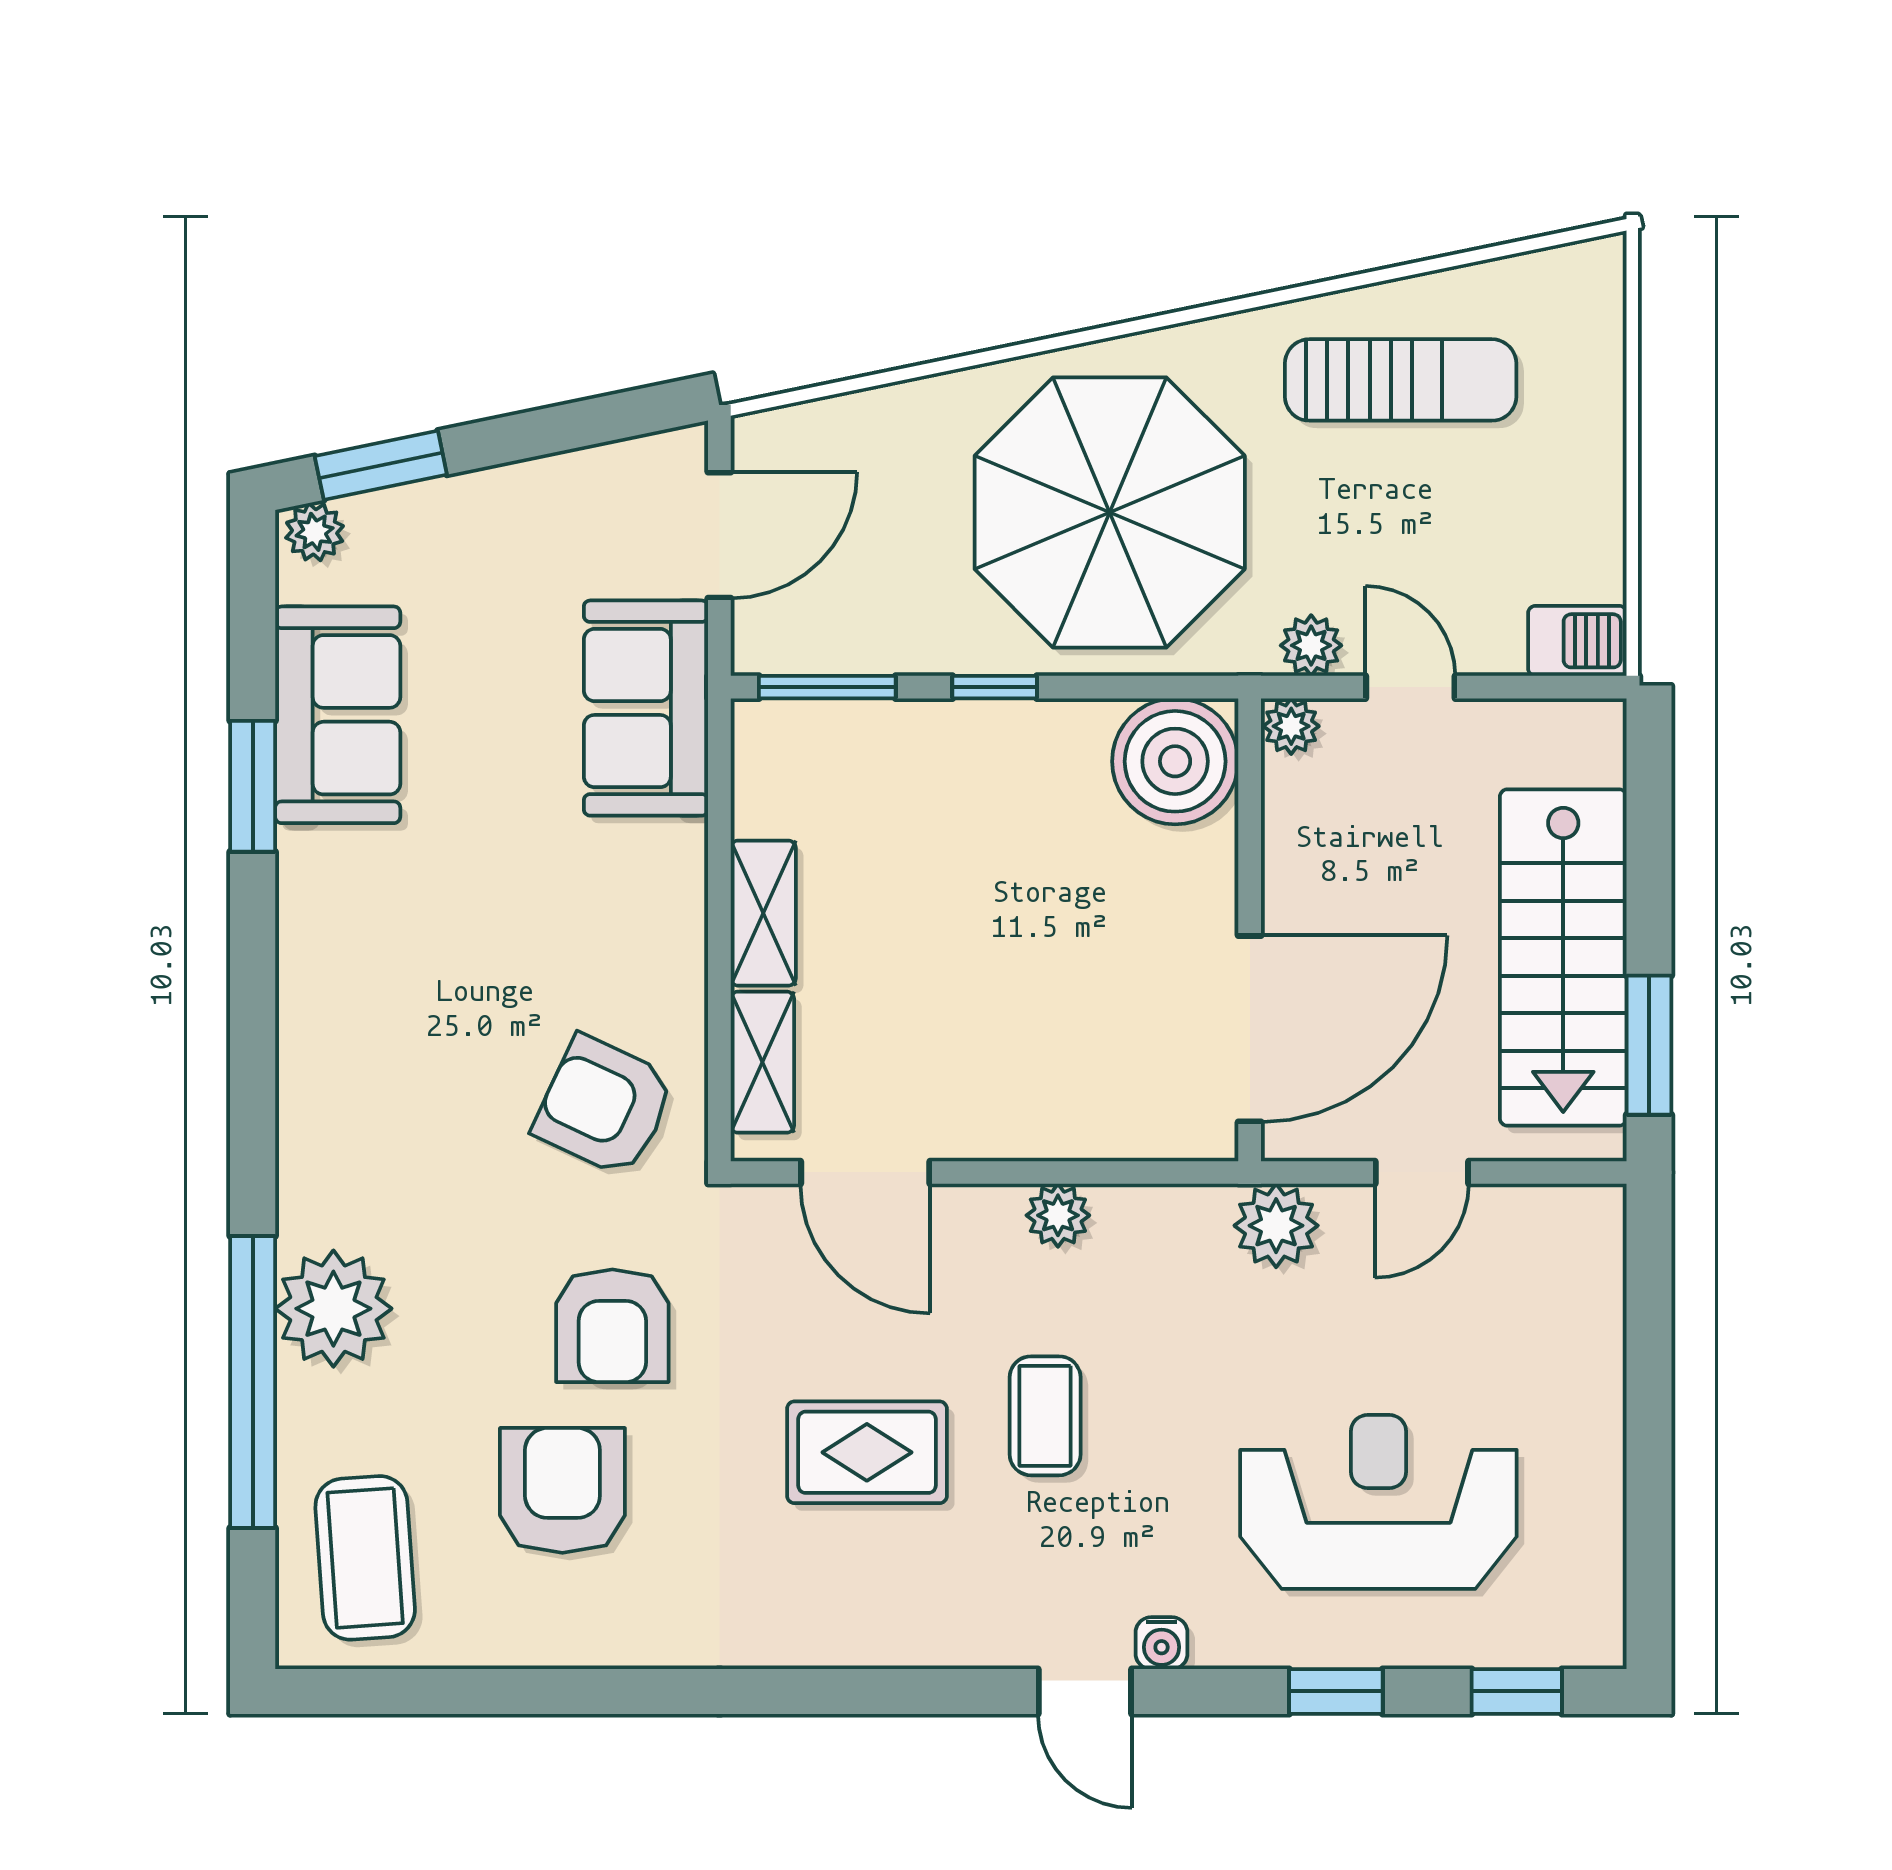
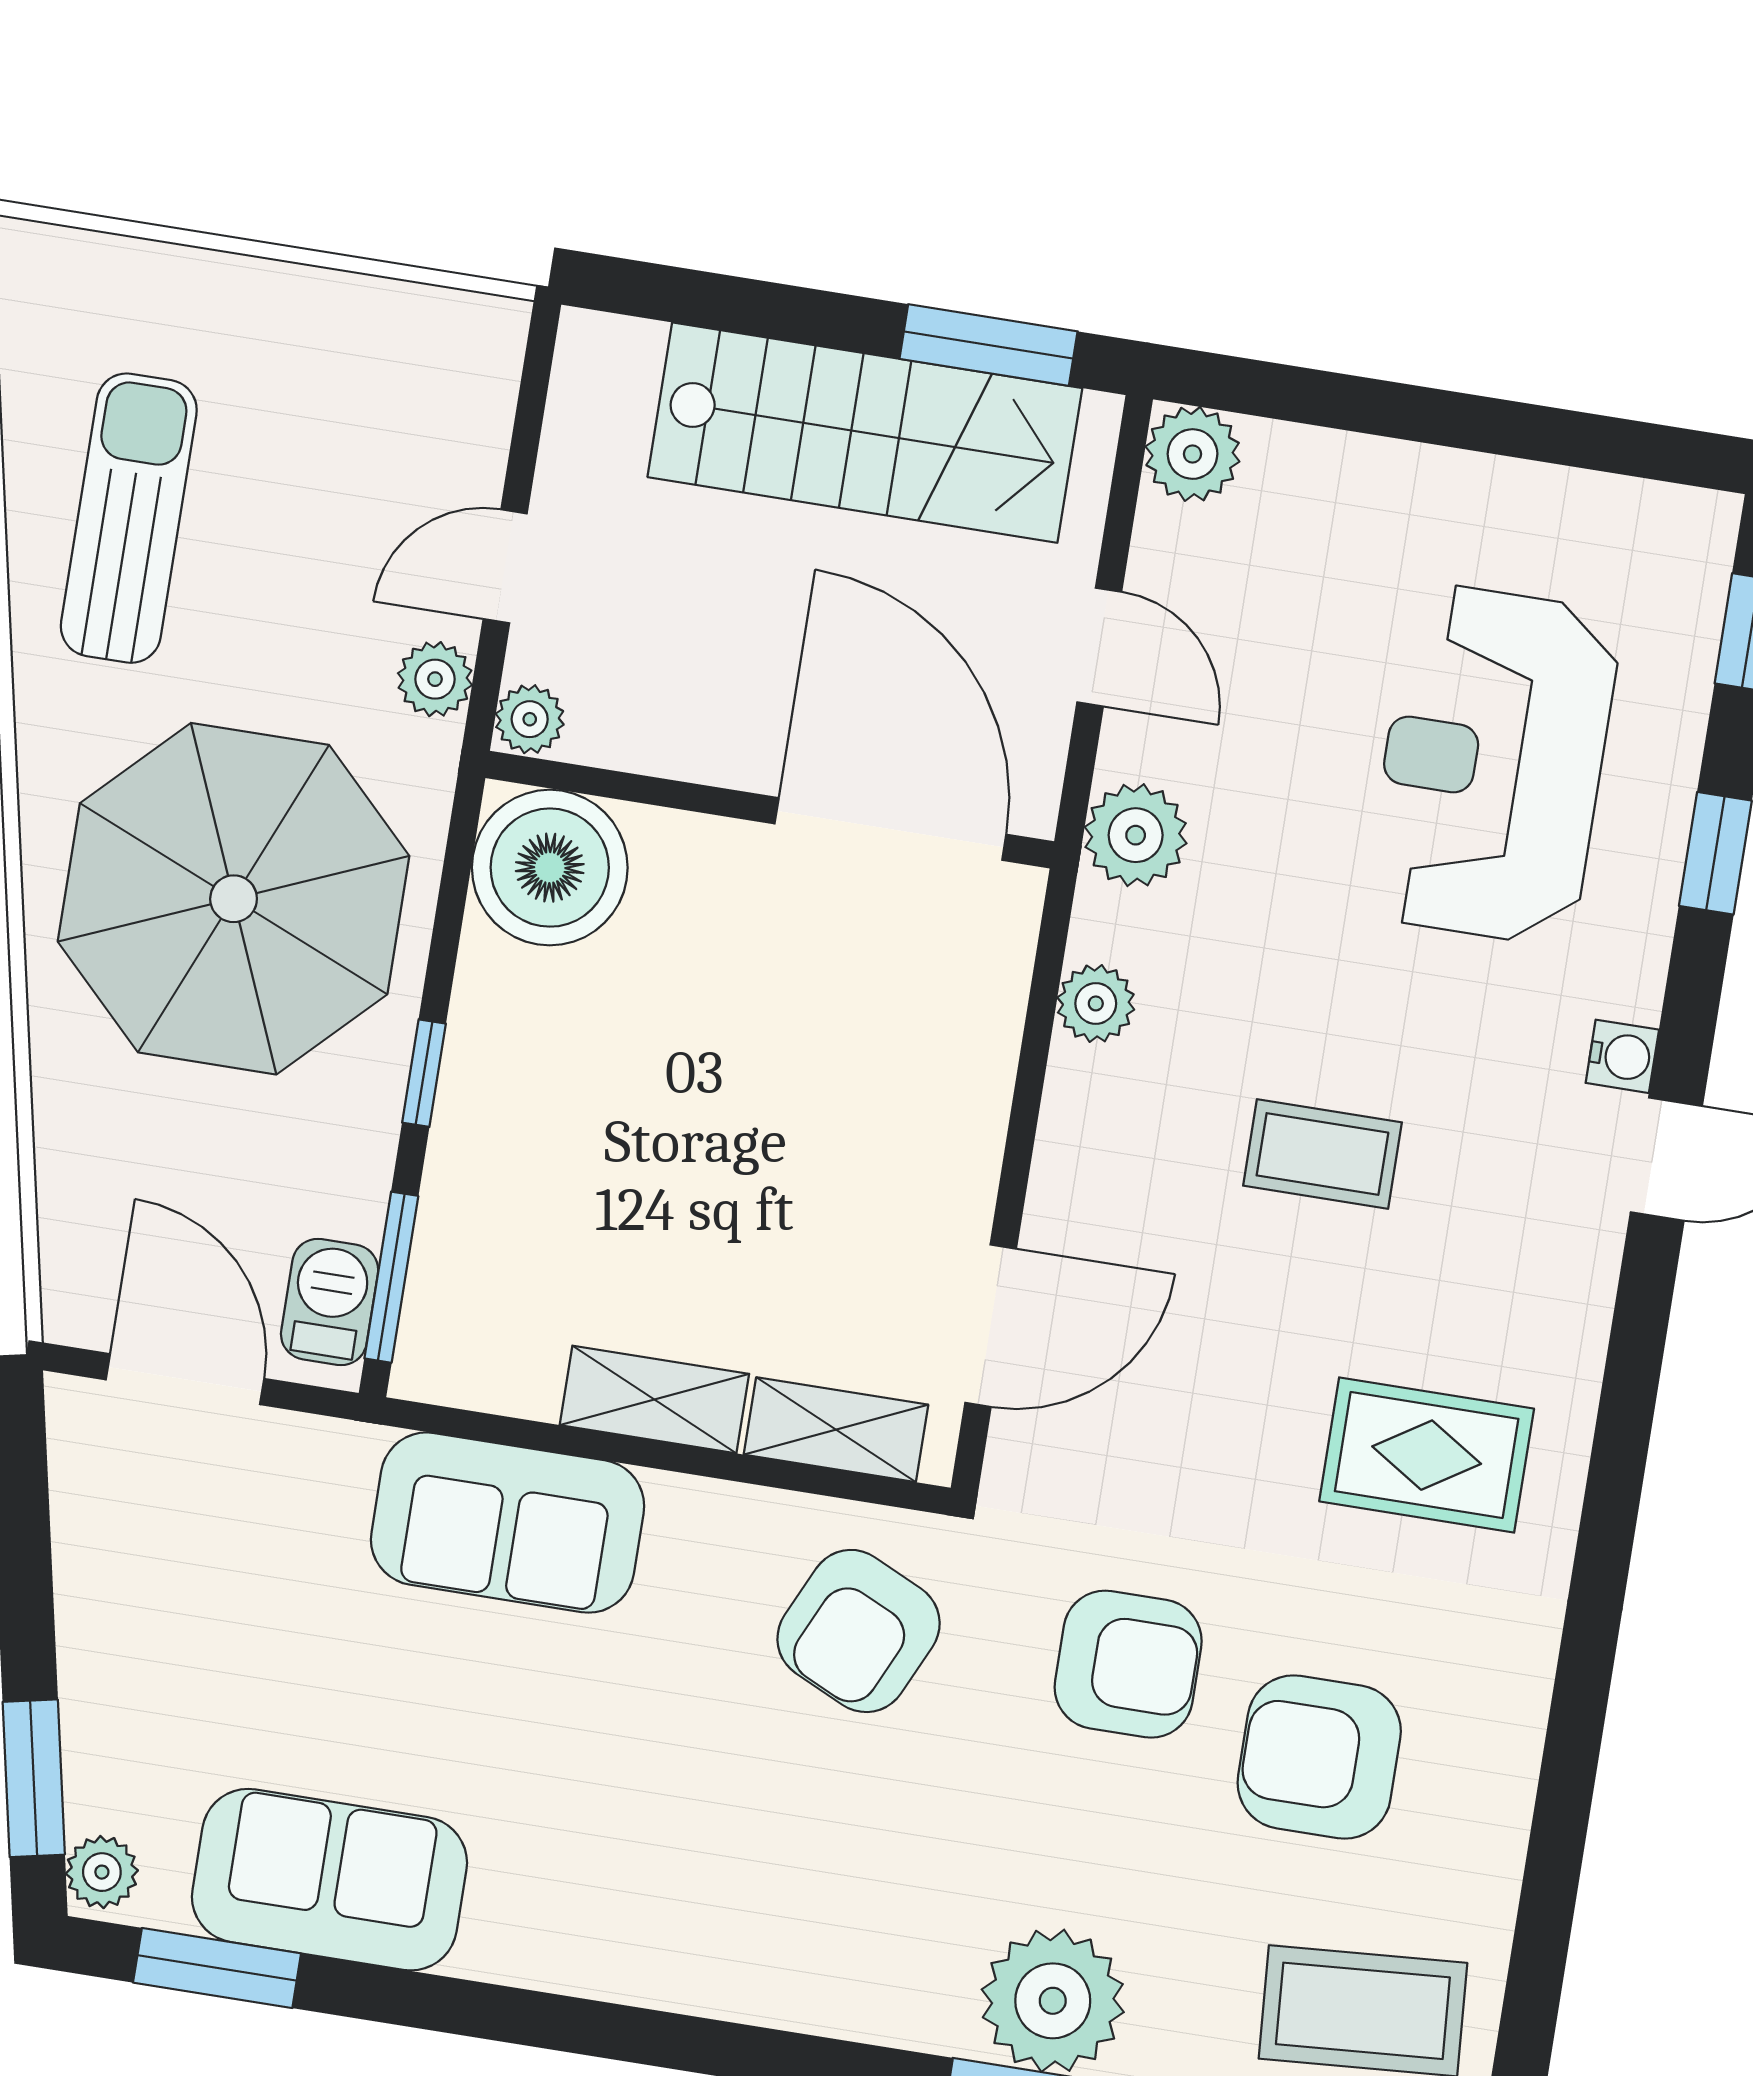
barbecue: (1577, 641) -> (330, 1302), moved
sofa: (646, 708) -> (508, 1523), moved
window: (253, 786) -> (217, 1968), moved
plant: (1058, 1215) -> (1096, 1003), moved
plant: (1588, 1222) -> (1193, 454), added
rug: (867, 1452) -> (1427, 1455), moved, turned 90

